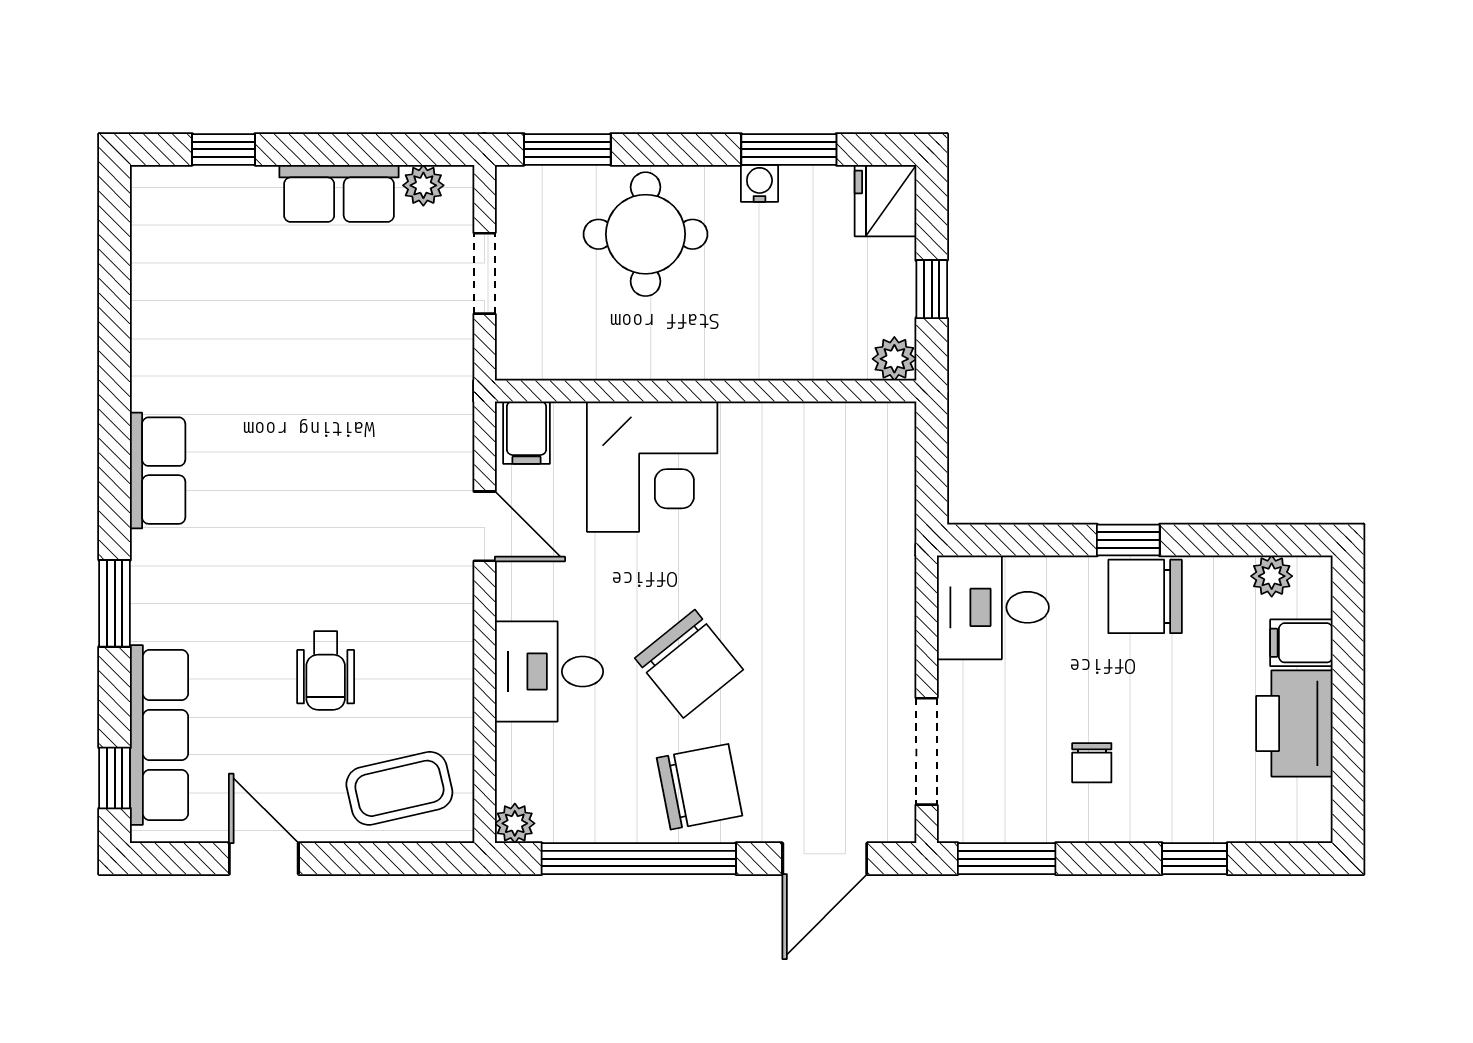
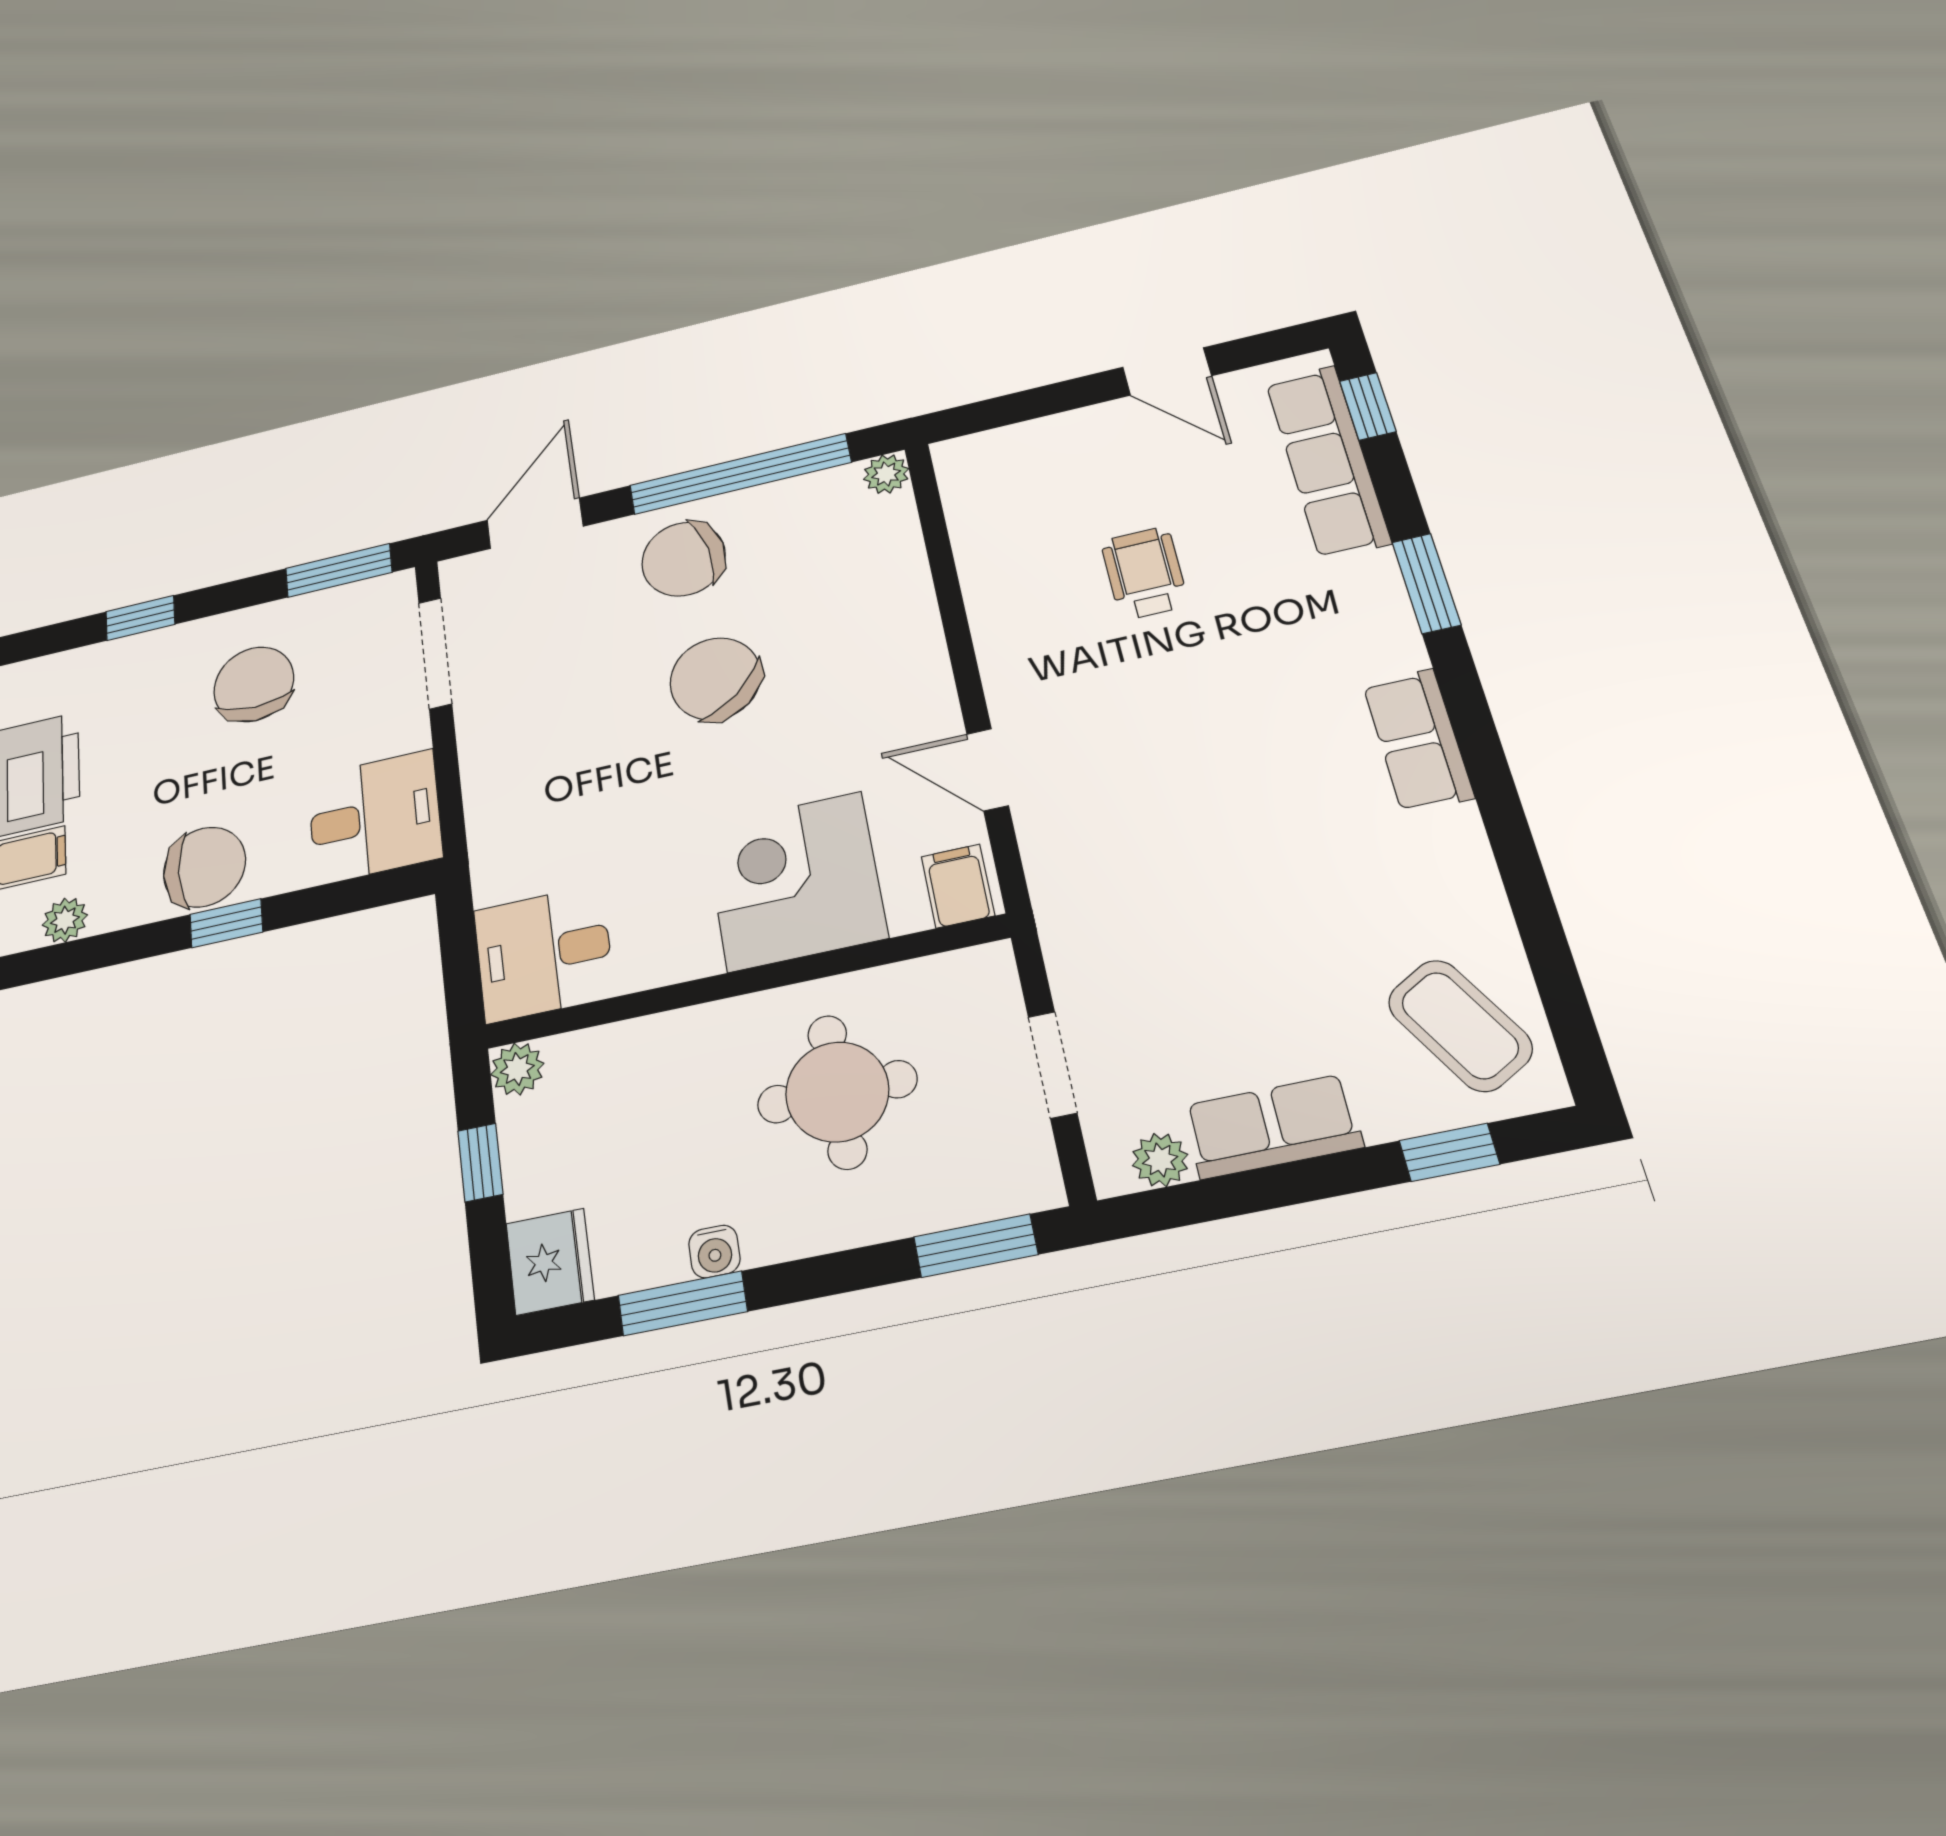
round table: (646, 234) -> (837, 1092), moved
desk: (549, 672) -> (544, 953), moved, turned 180
chair: (1092, 763) -> (254, 684), width x1.87, depth x1.87
coffee table: (399, 788) -> (1460, 1025), moved, turned 73

